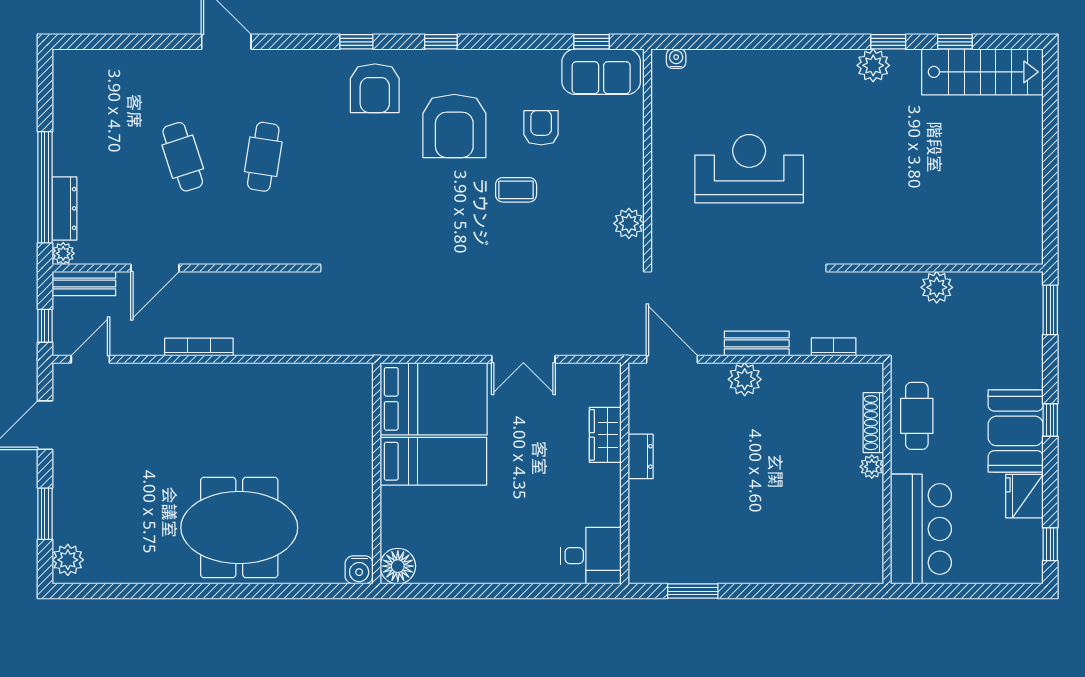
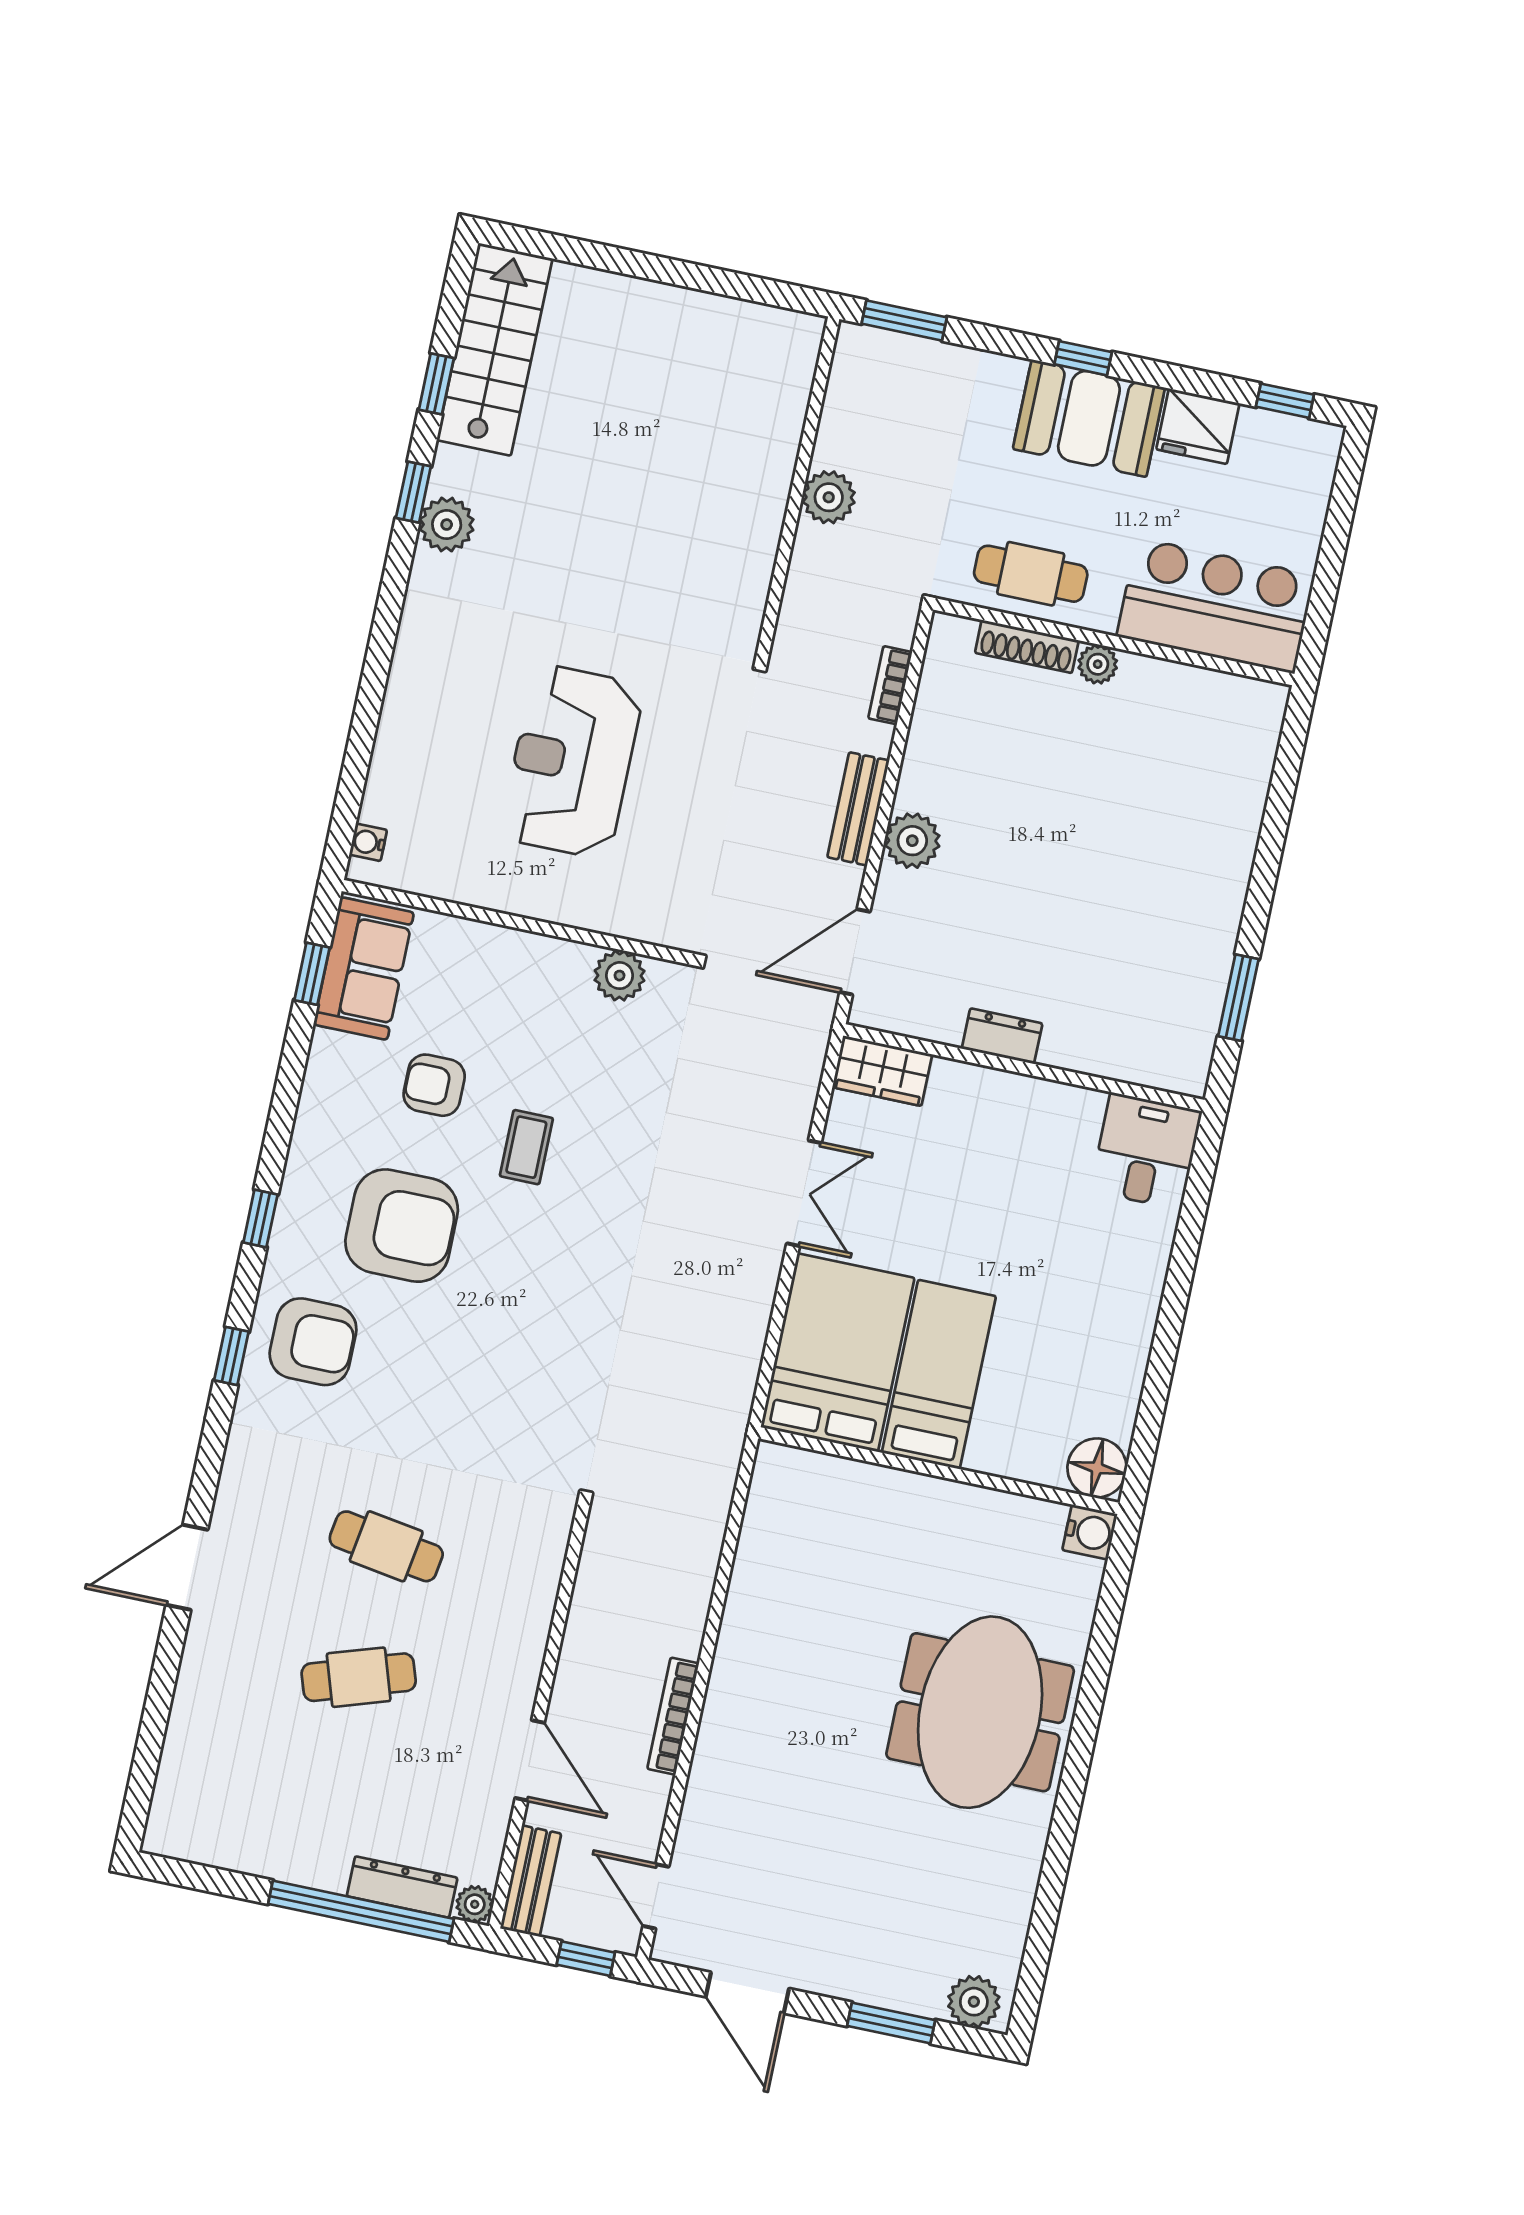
wardrobe: (605, 435) -> (882, 1071), moved

